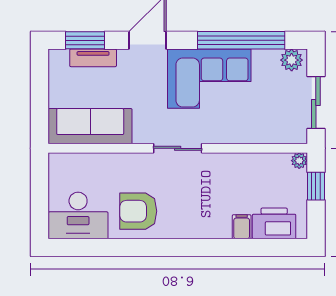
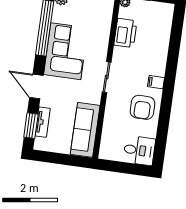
desk: (78, 215) -> (139, 150), width x0.73
printer: (274, 223) -> (125, 33), moved, turned 180
filing cabinet: (242, 227) -> (156, 82), moved

